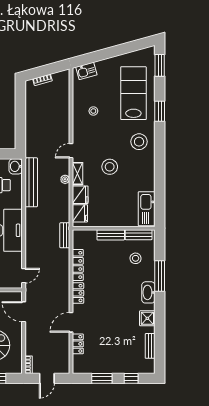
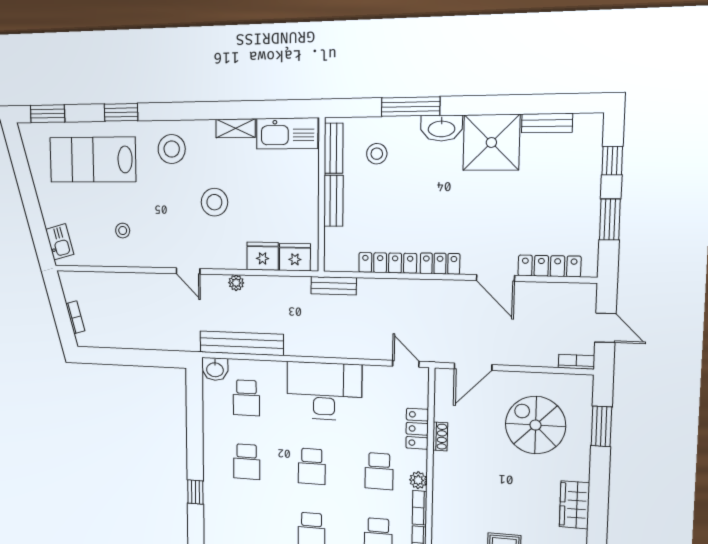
shelving: (78, 174) -> (235, 128), moved
shower: (147, 318) -> (491, 142), width x1.86, depth x1.86
locker: (78, 344) -> (549, 266), width x1.53

